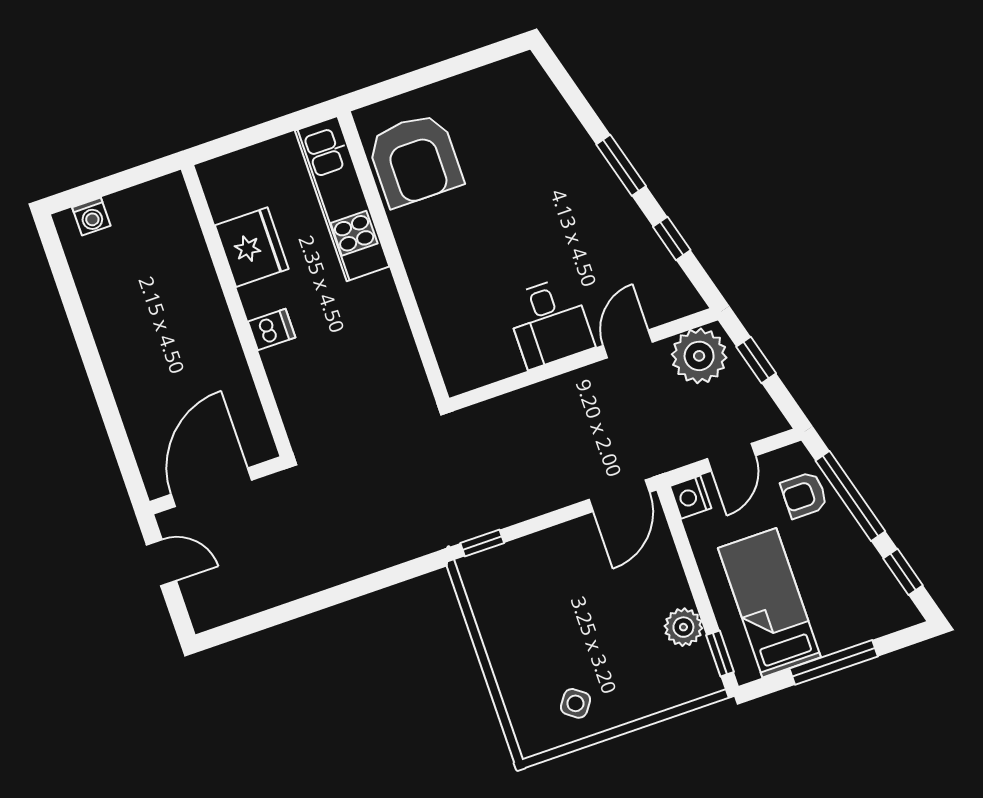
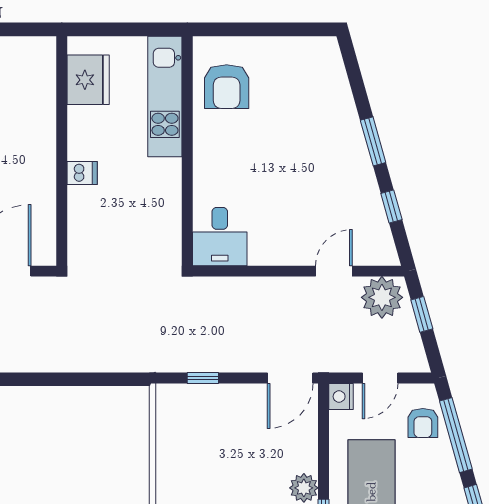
armchair: (415, 160) -> (227, 87), width x0.73, depth x0.73
fridge: (252, 247) -> (88, 80), moved
desk: (549, 323) -> (220, 237), moved
armchair: (804, 495) -> (423, 423), turned -90
window: (482, 543) -> (203, 378), moved

